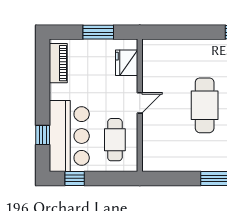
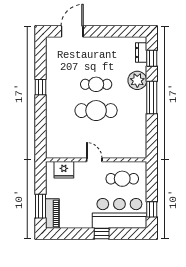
window: (98, 32) -> (40, 206), moved
piano: (58, 63) -> (52, 213), moved, turned 90
window: (43, 135) -> (102, 234), moved

